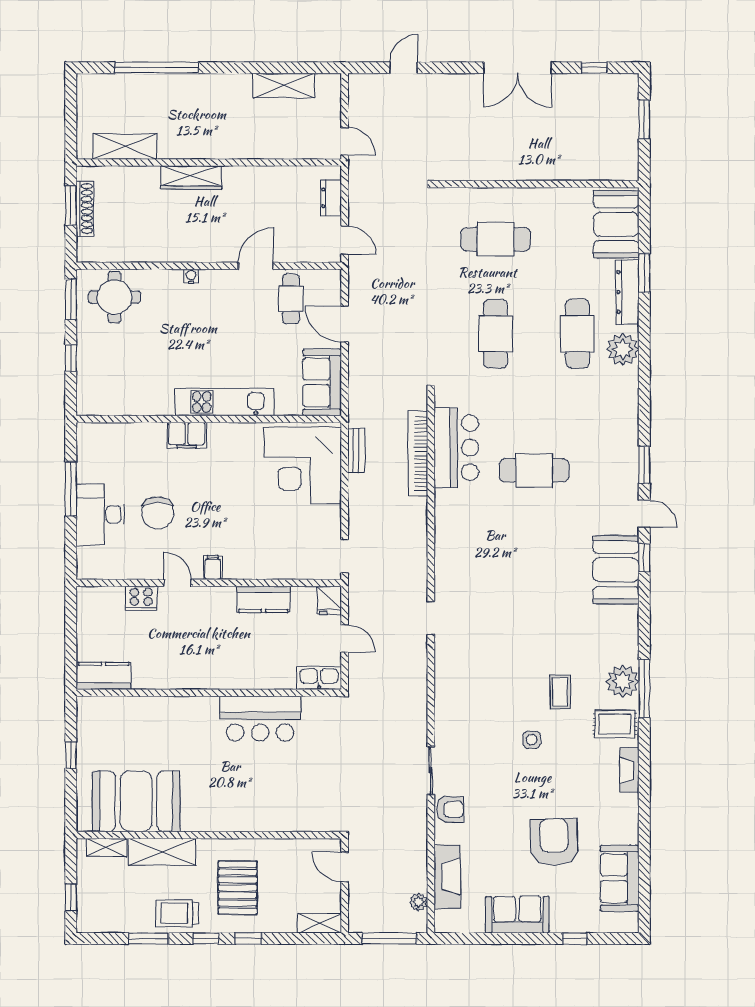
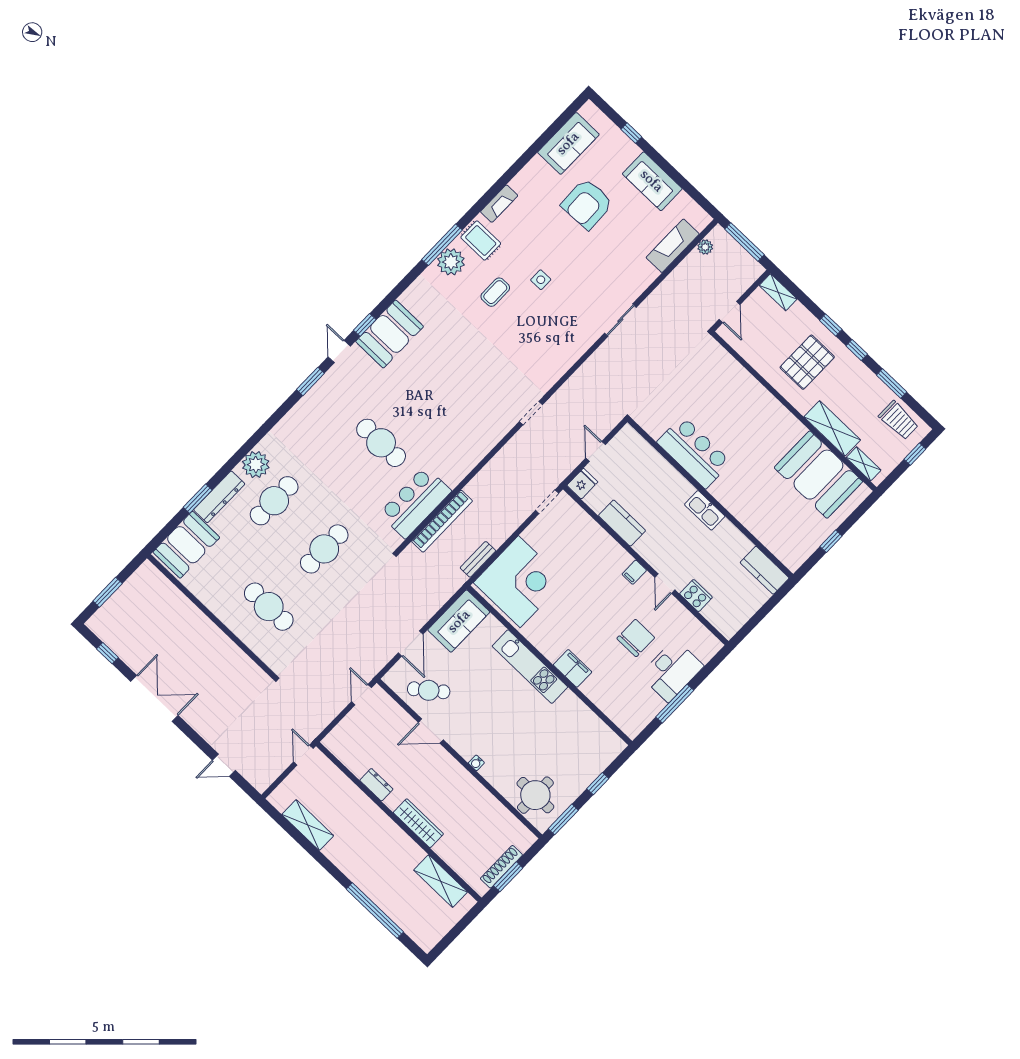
dresser: (331, 198) -> (376, 785), moved, turned -90
cafe table: (291, 299) -> (429, 690), turned 52
kitchen sink: (319, 678) -> (705, 510), moved
armchair: (450, 809) -> (631, 285), removed
trolley: (177, 913) -> (899, 420), moved

